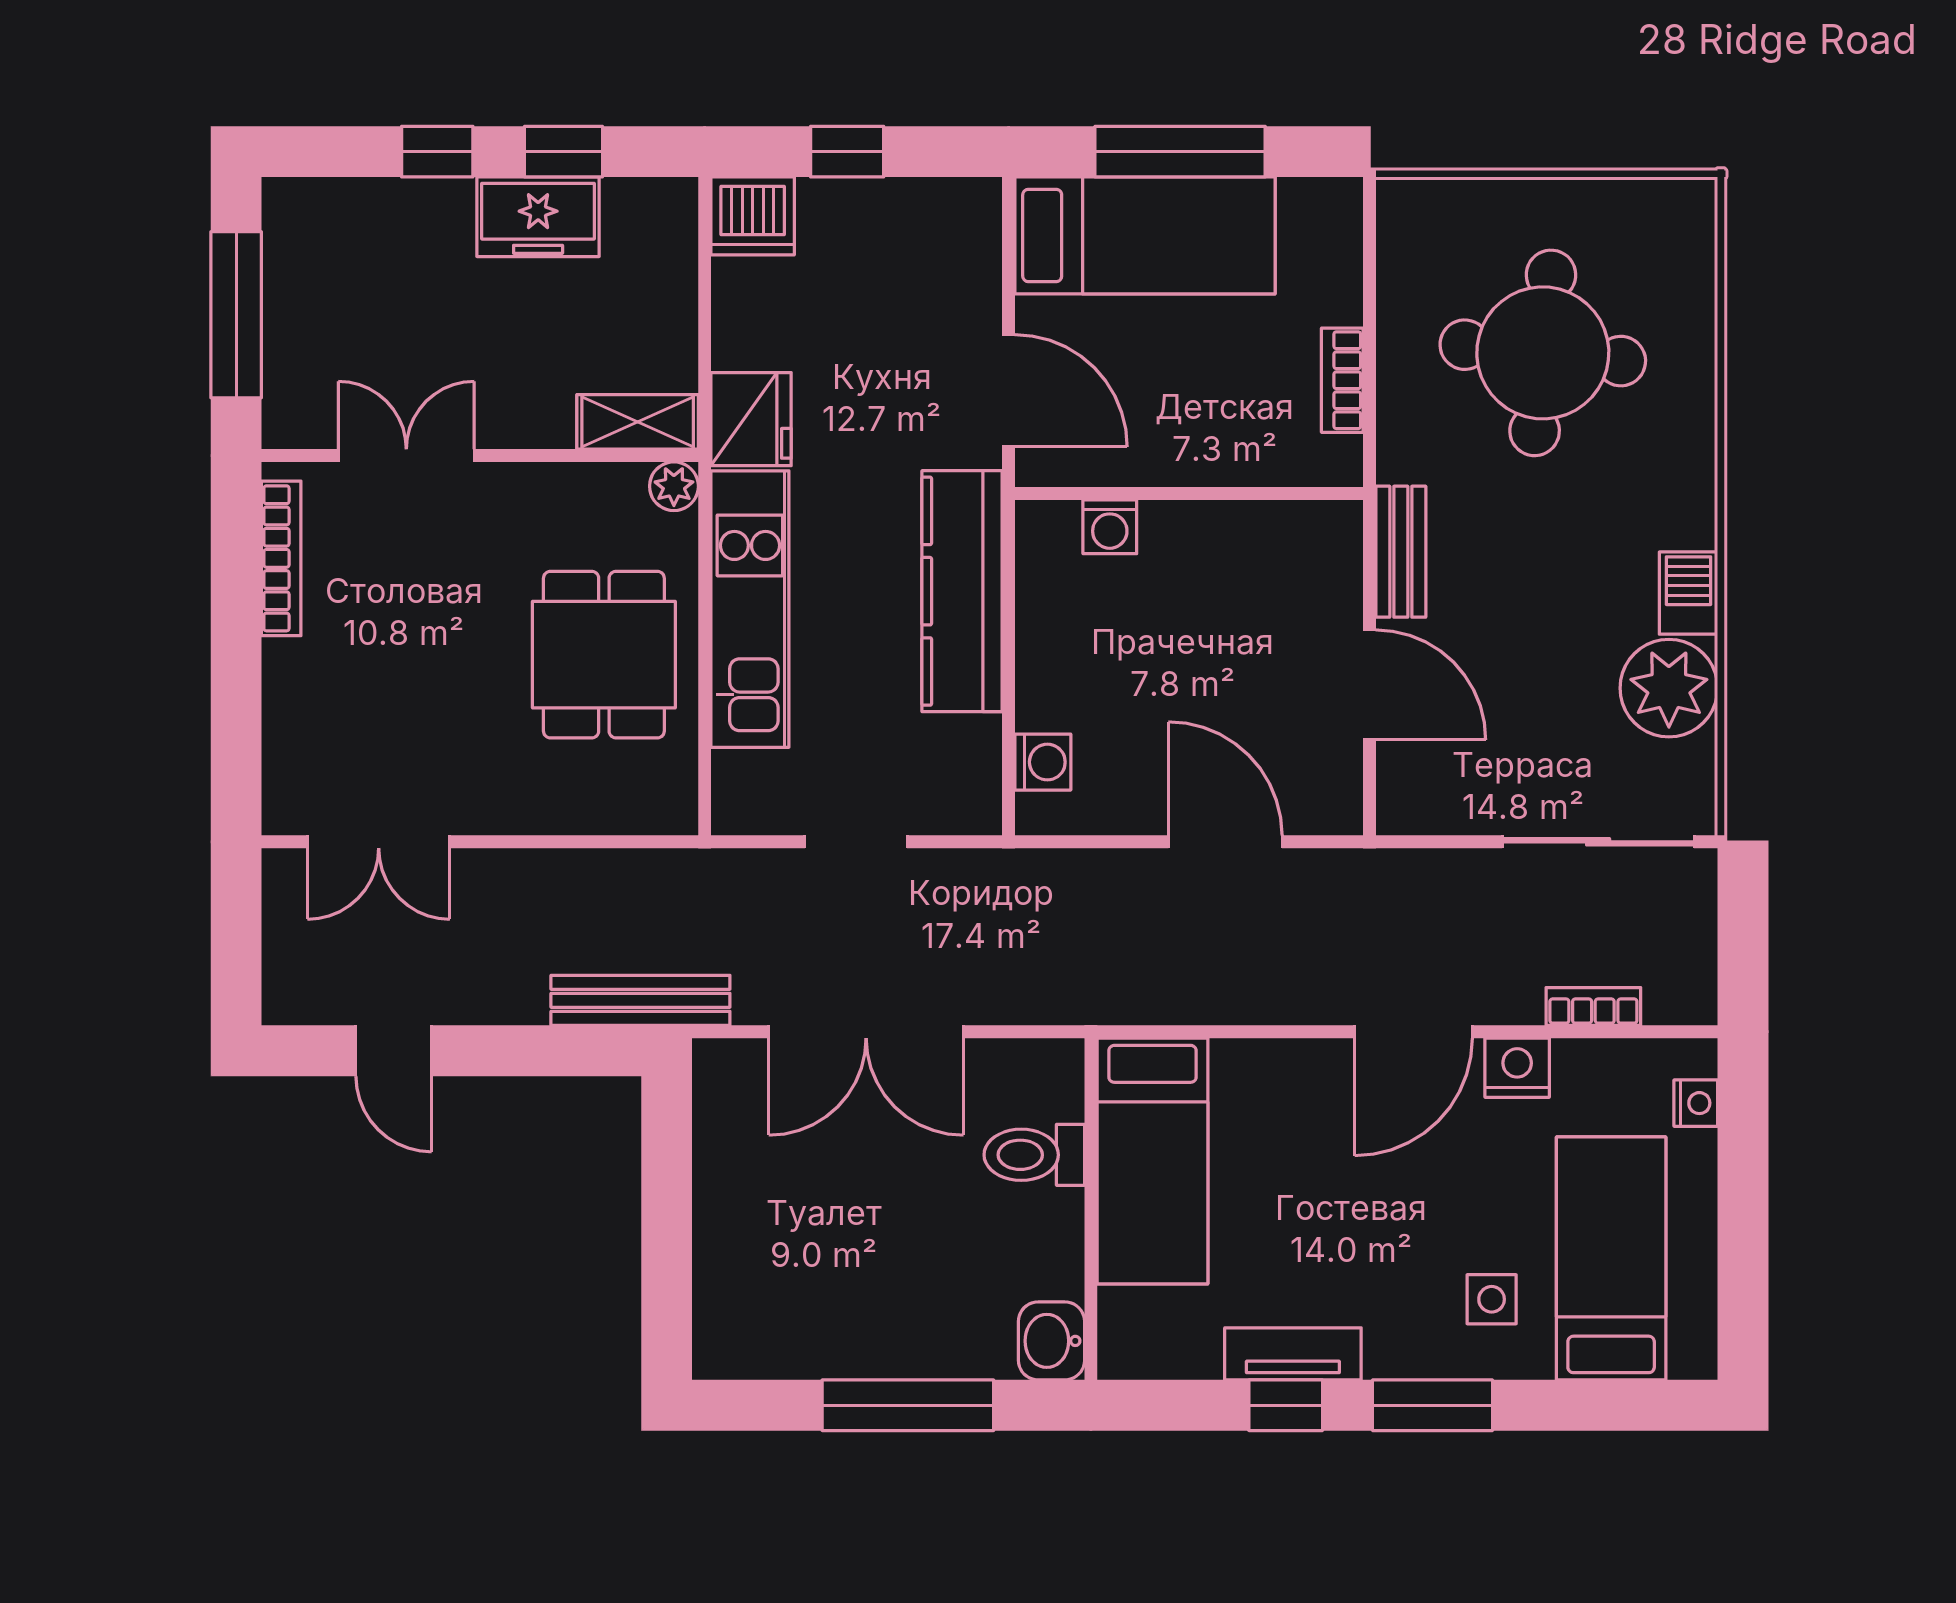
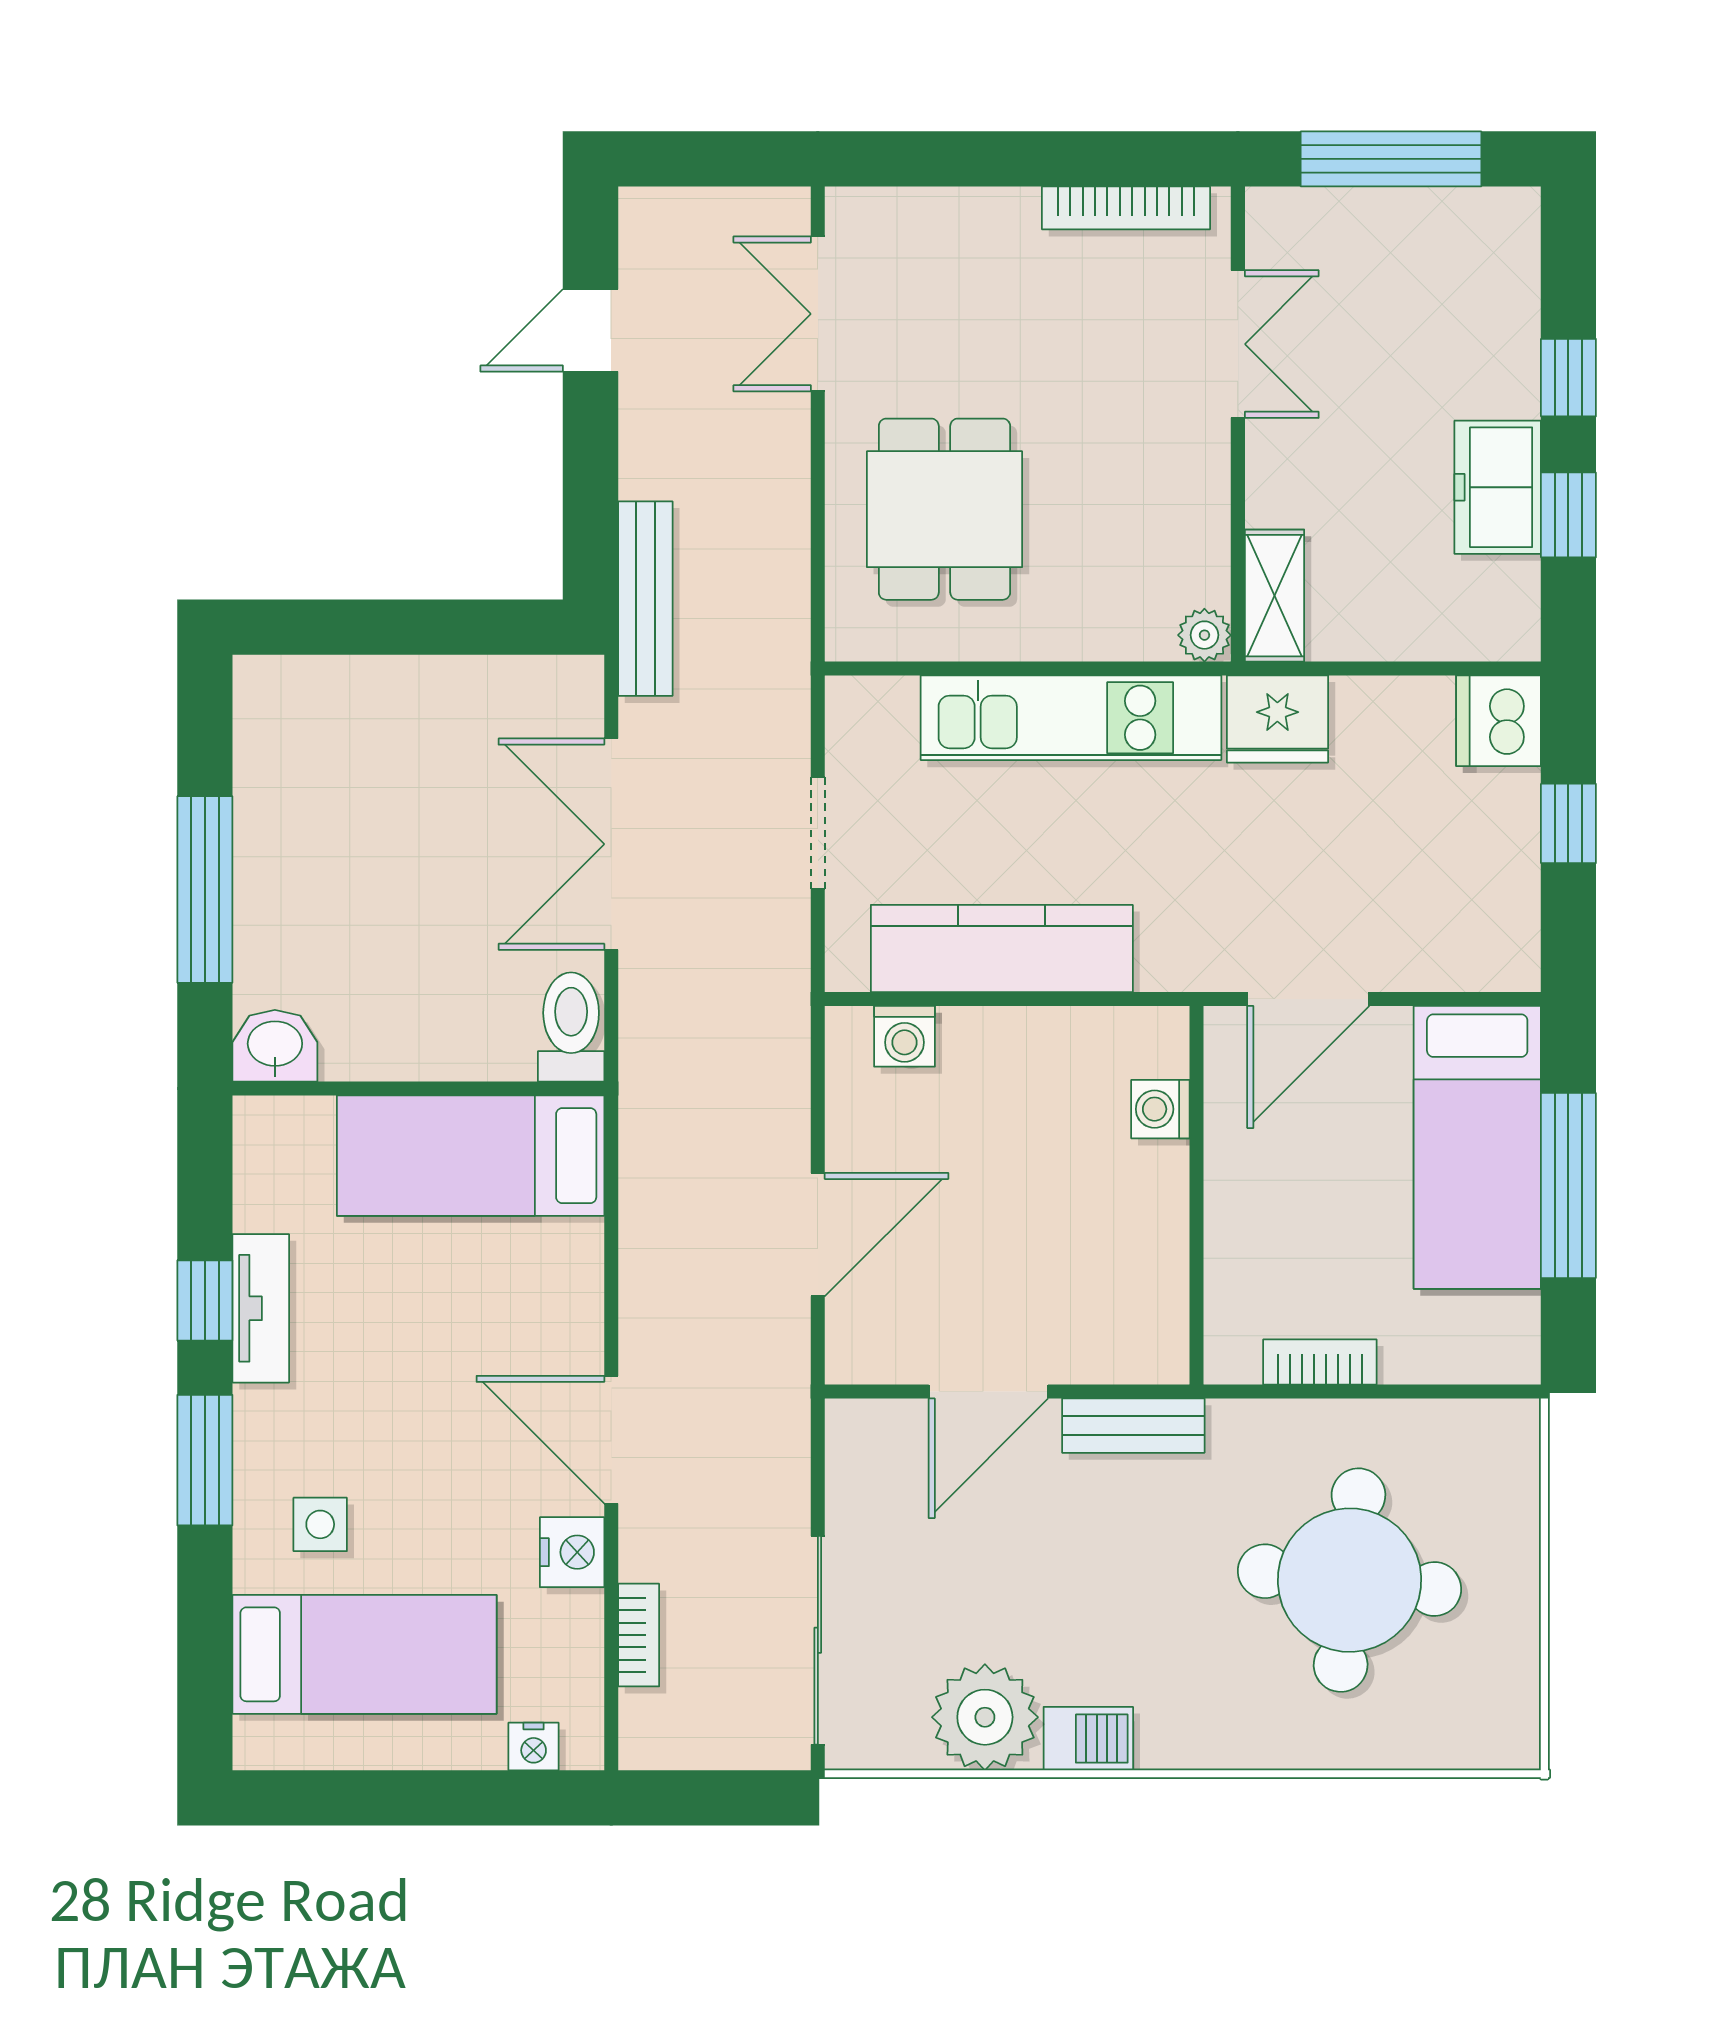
kitchen counter: (962, 591) -> (1002, 948), moved
dining table: (604, 655) -> (944, 509), moved, turned 90
toilet: (1034, 1155) -> (571, 1027), moved

